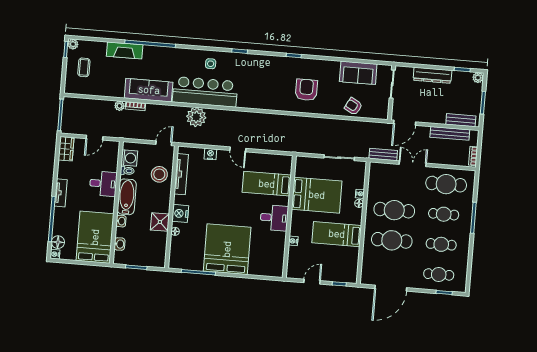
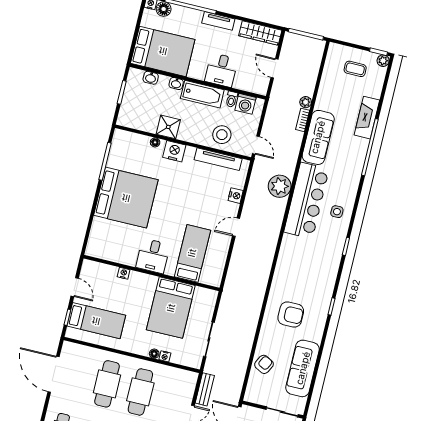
sofa: (358, 73) -> (303, 368), width x1.36
wardrobe: (66, 149) -> (260, 33), width x1.50
bed: (337, 234) -> (96, 321), moved, turned 90

